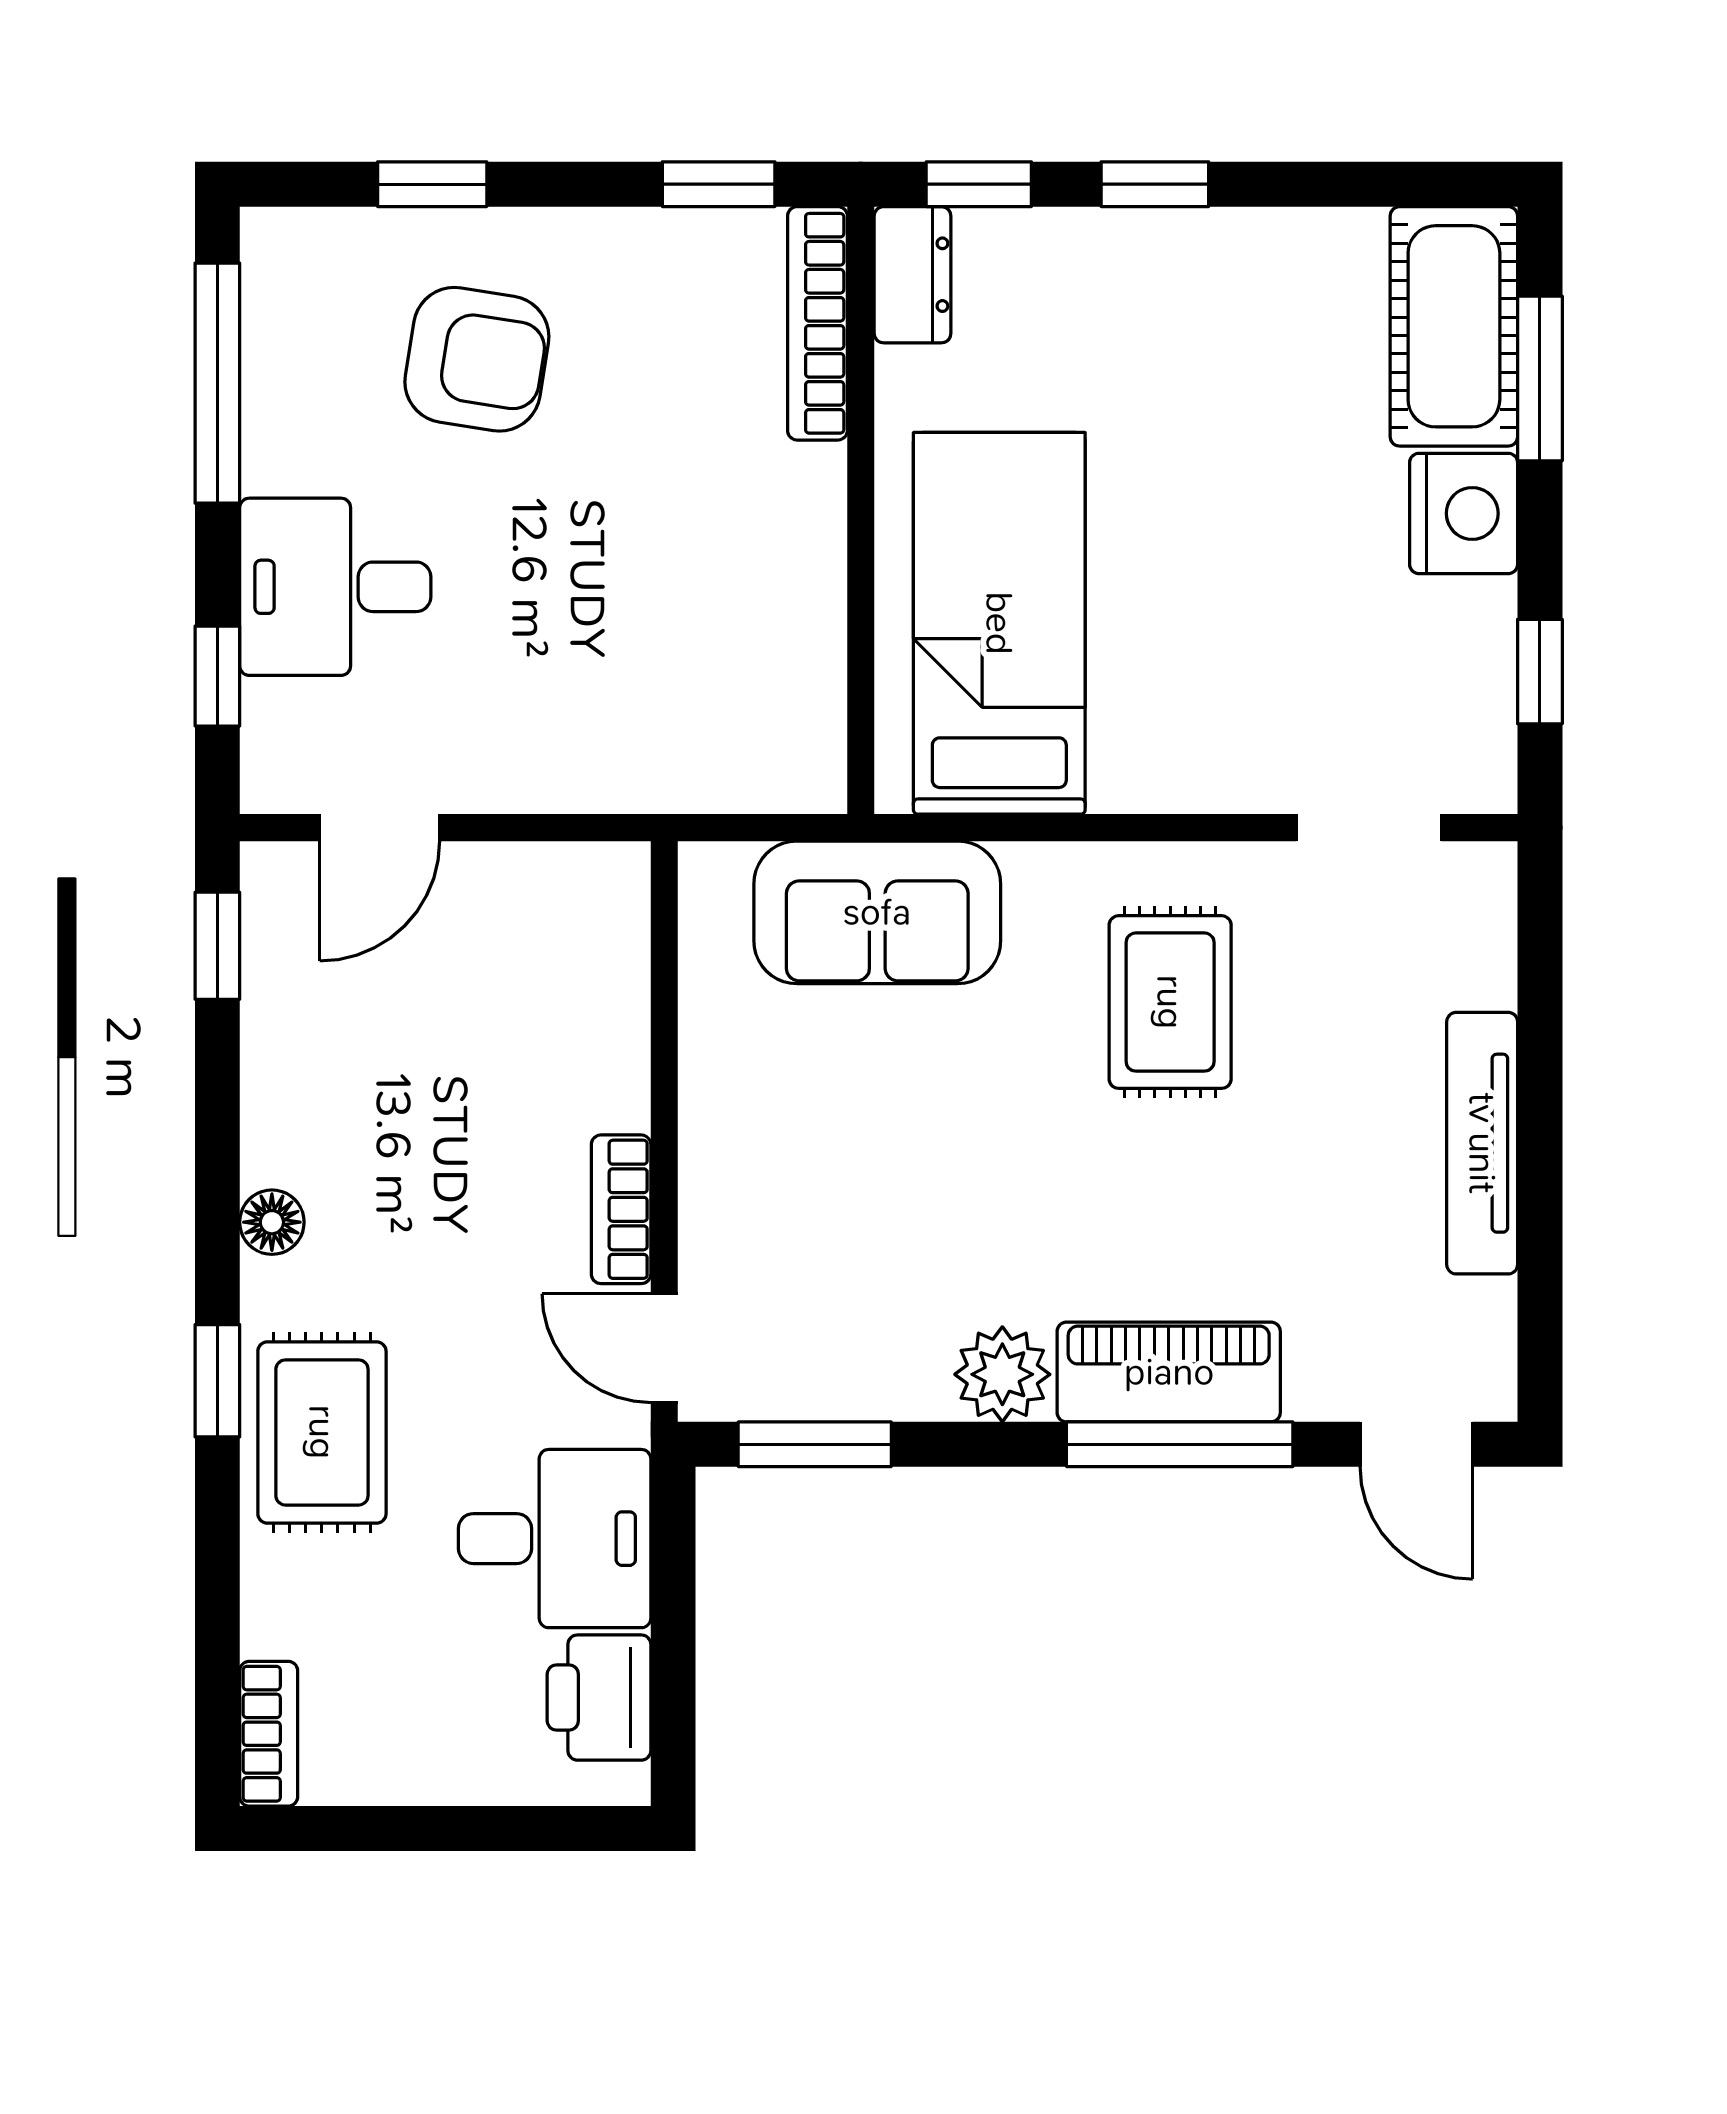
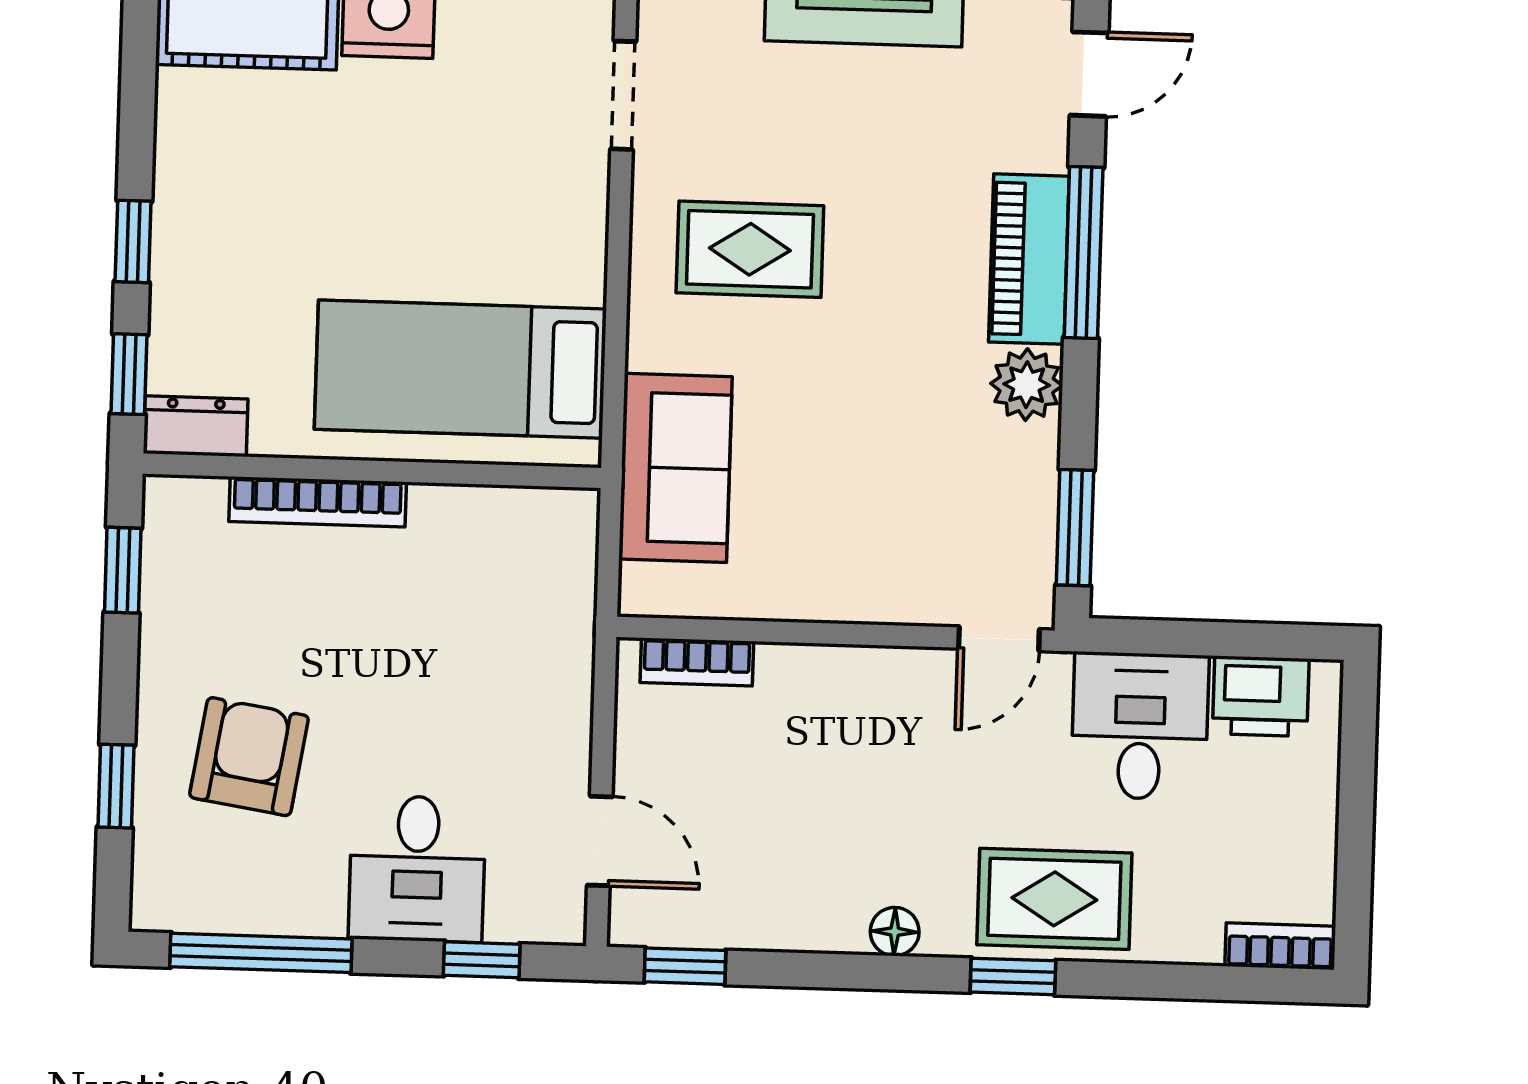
bookcase: (817, 323) -> (318, 502), moved
bookcase: (621, 1209) -> (697, 662), moved

